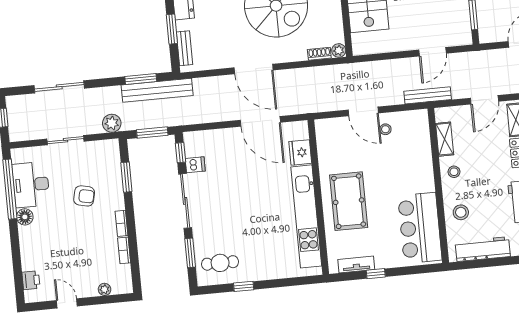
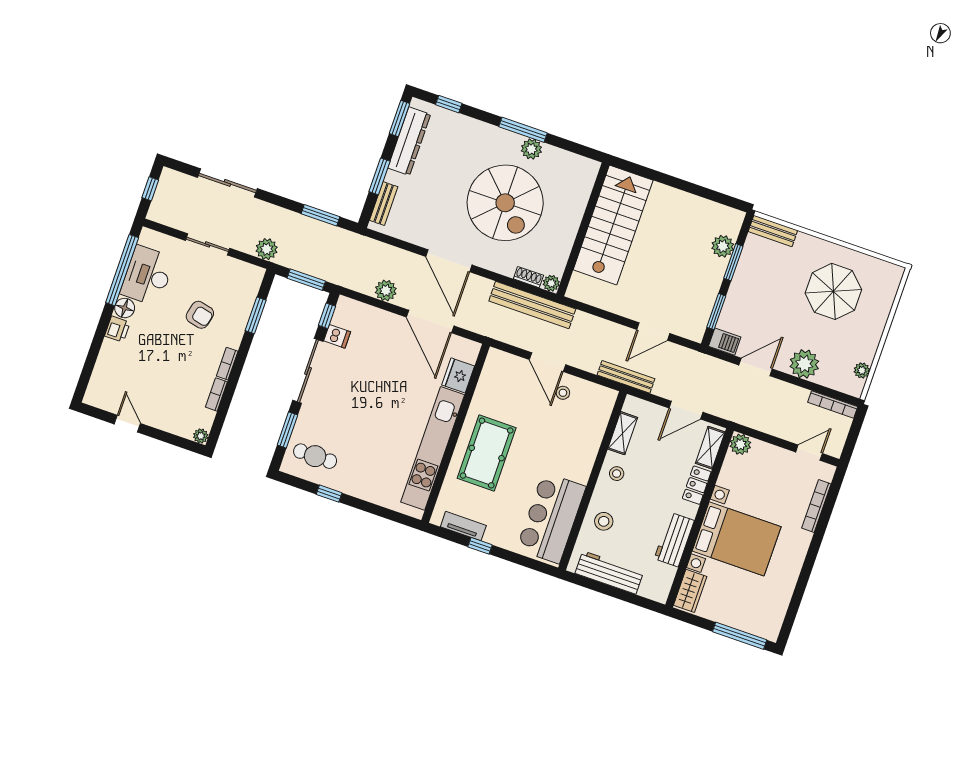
barbecue: (490, 35) -> (725, 342), added
bench: (157, 90) -> (532, 305), moved
plant: (216, 113) -> (386, 291), added
printer: (31, 280) -> (117, 329), moved
plant: (105, 289) -> (201, 436), moved

